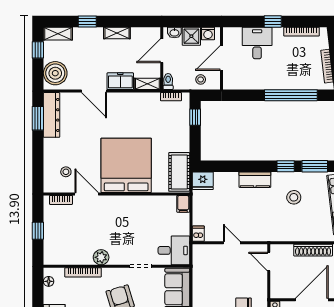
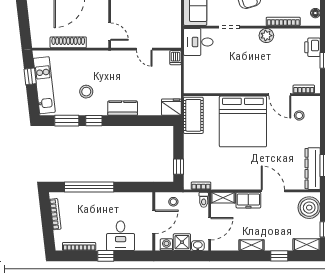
filing cabinet: (183, 204) -> (190, 86), removed
printer: (52, 245) -> (312, 47), added

